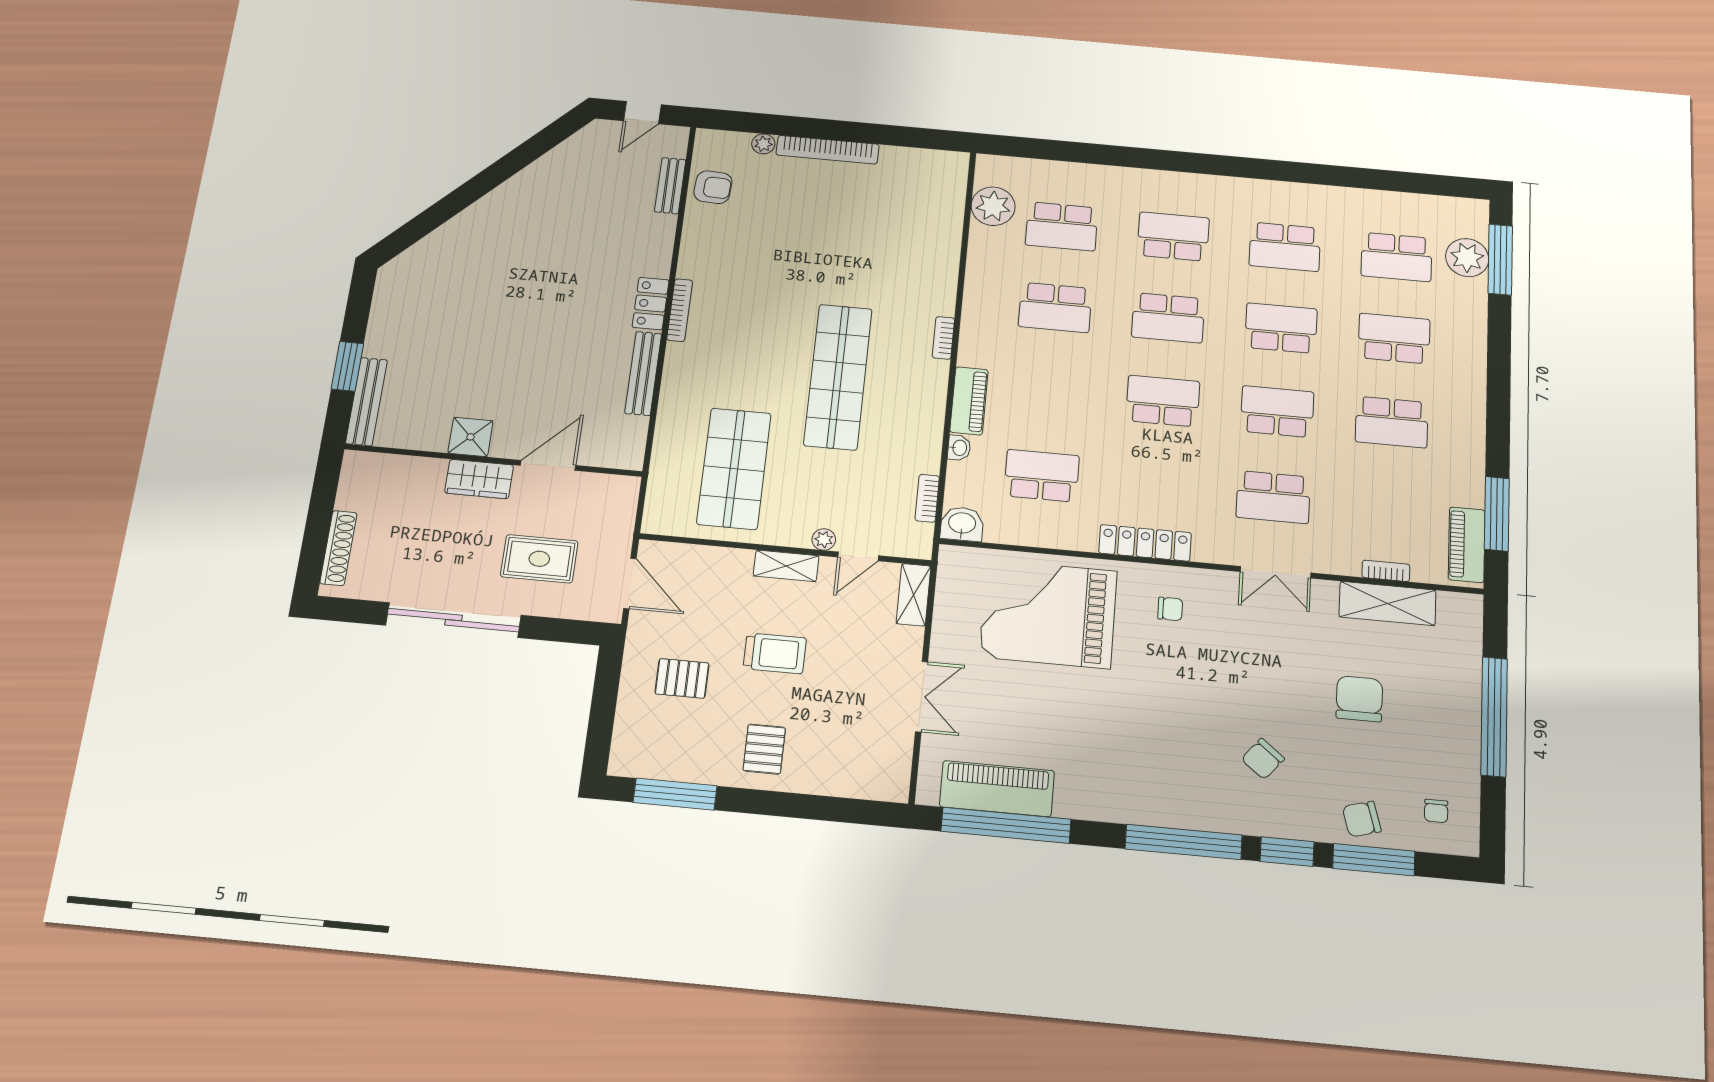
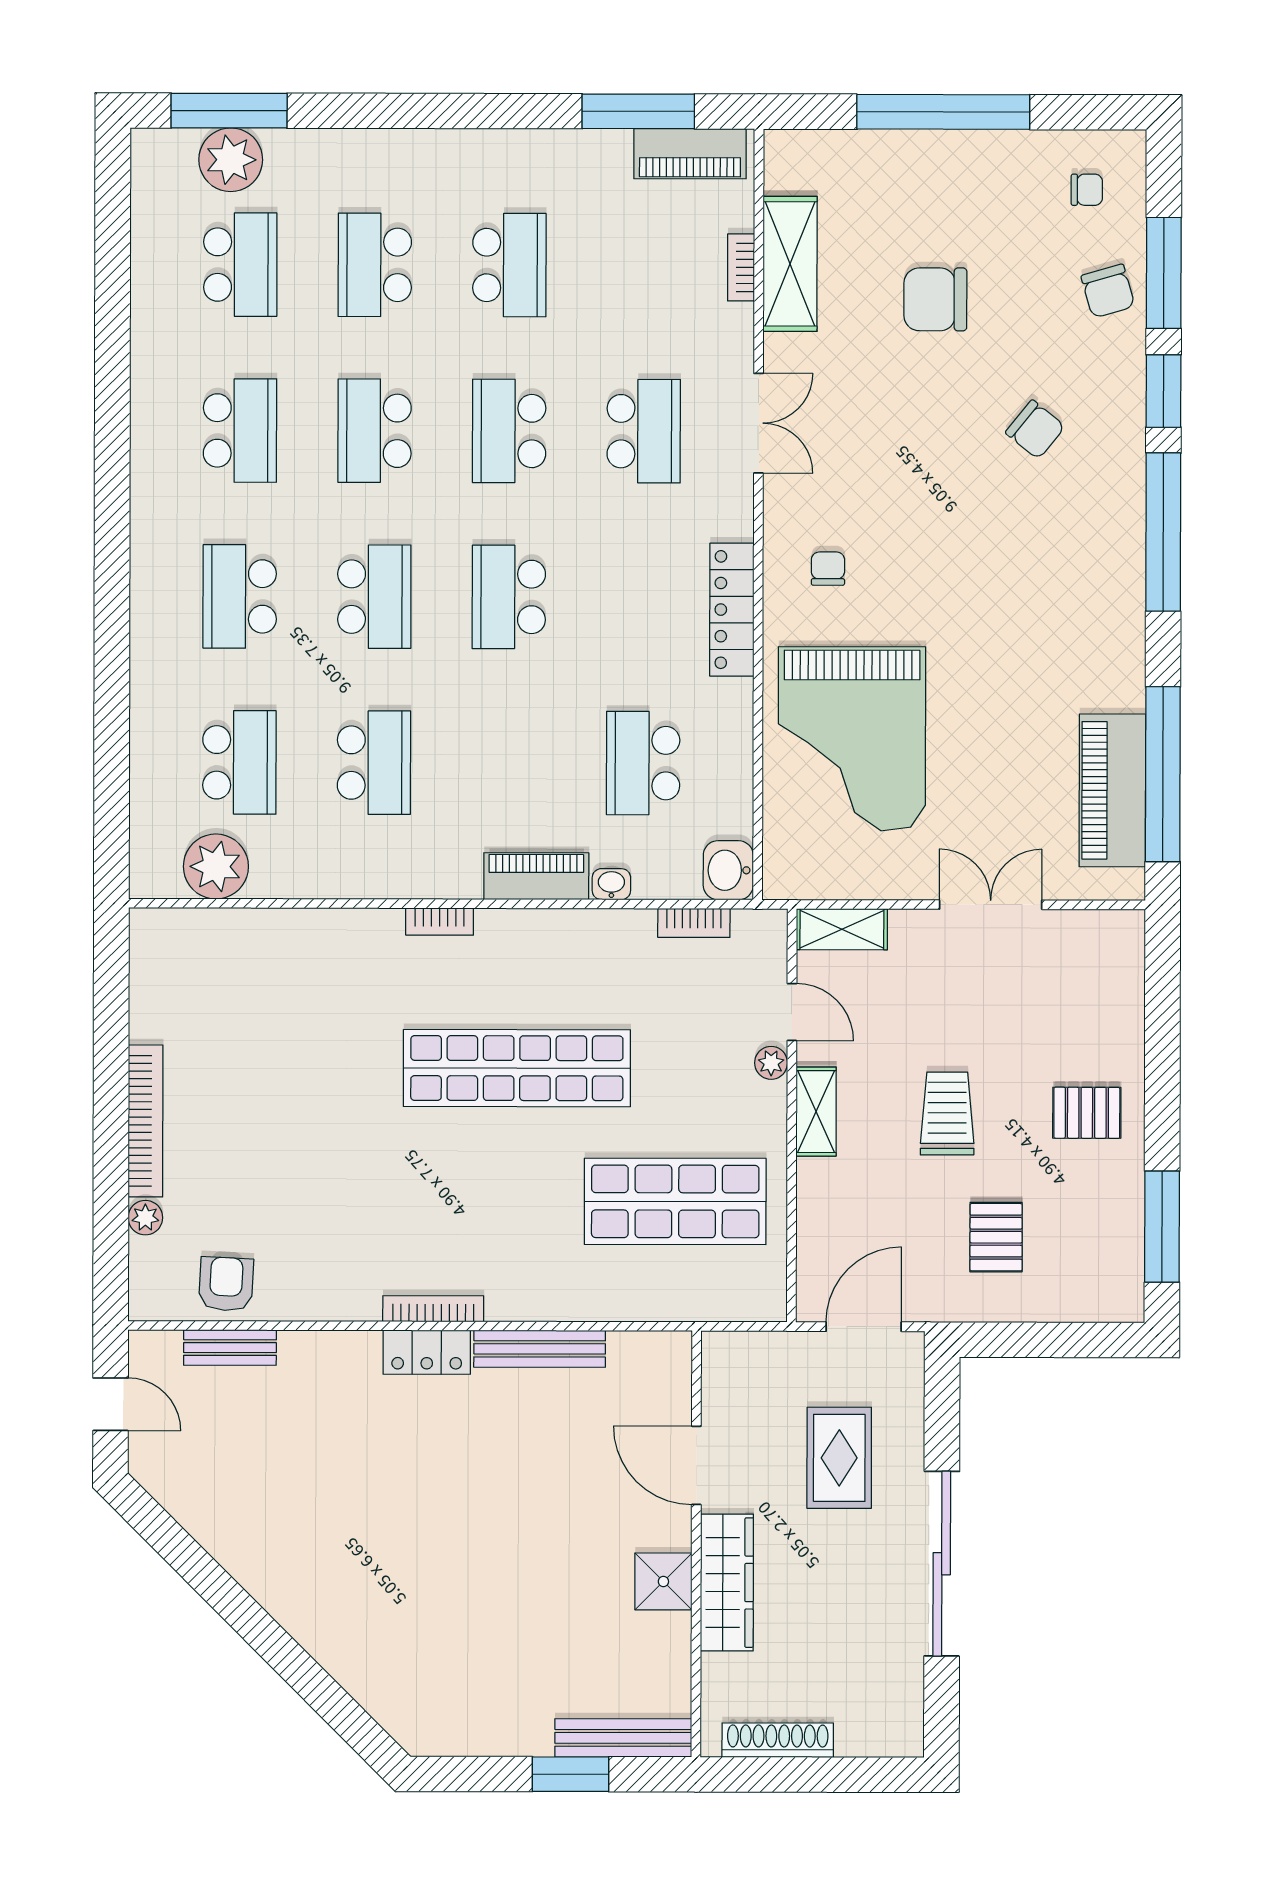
wardrobe: (479, 479) -> (727, 1583), width x1.50
shoe rack: (338, 548) -> (778, 1740), moved

